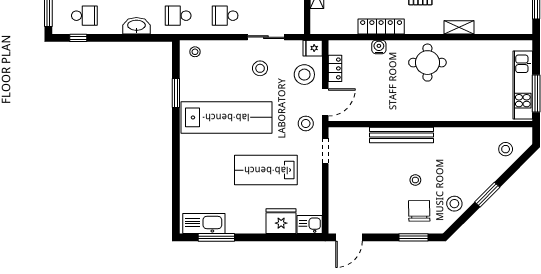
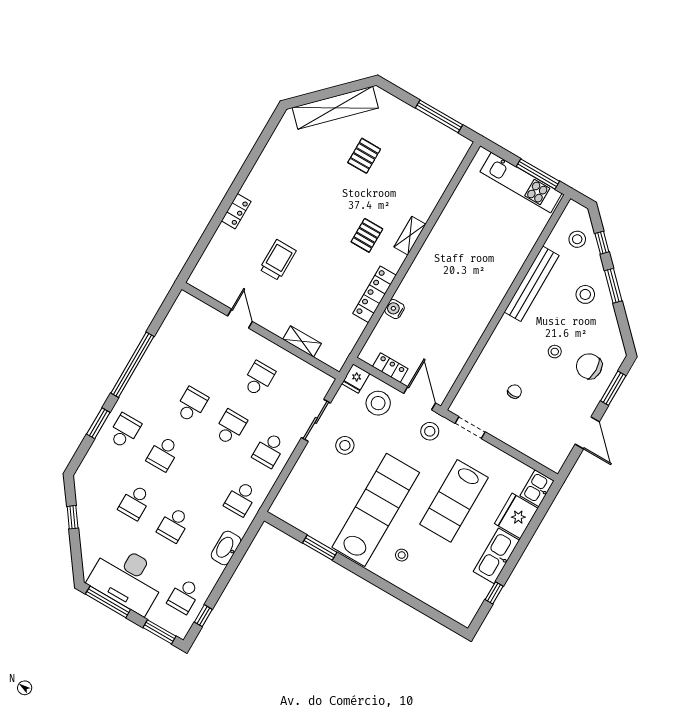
school desk: (84, 16) -> (184, 596), turned 180
shelving: (459, 27) -> (410, 236), moved
stool: (195, 52) -> (402, 555), moved
round table: (427, 63) -> (440, 268), removed
bench: (402, 135) -> (532, 284), moved
chair: (370, 168) -> (514, 392), added
window: (513, 168) -> (602, 243), added
stool: (454, 204) -> (585, 294), moved
kitchen sink: (204, 224) -> (496, 556), moved
window: (216, 237) -> (494, 593), width x0.46
door: (349, 237) -> (587, 433), moved

